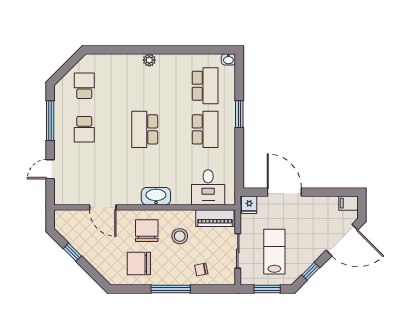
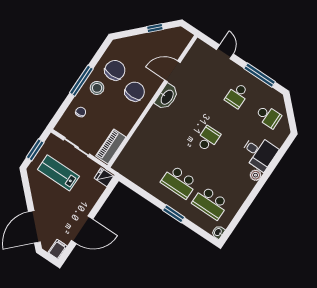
school desk: (84, 129) -> (237, 95), turned -90
school desk: (145, 129) -> (208, 139), width x0.54
desk: (208, 187) -> (259, 153), moved, turned 180
door: (284, 192) -> (82, 230), moved
washbasin: (156, 196) -> (167, 97), moved
chair: (147, 231) -> (135, 92), turned -90
stool: (180, 236) -> (97, 88), moved
lab bench: (274, 252) -> (58, 173), turned 180
window: (311, 271) -> (27, 190), removed

